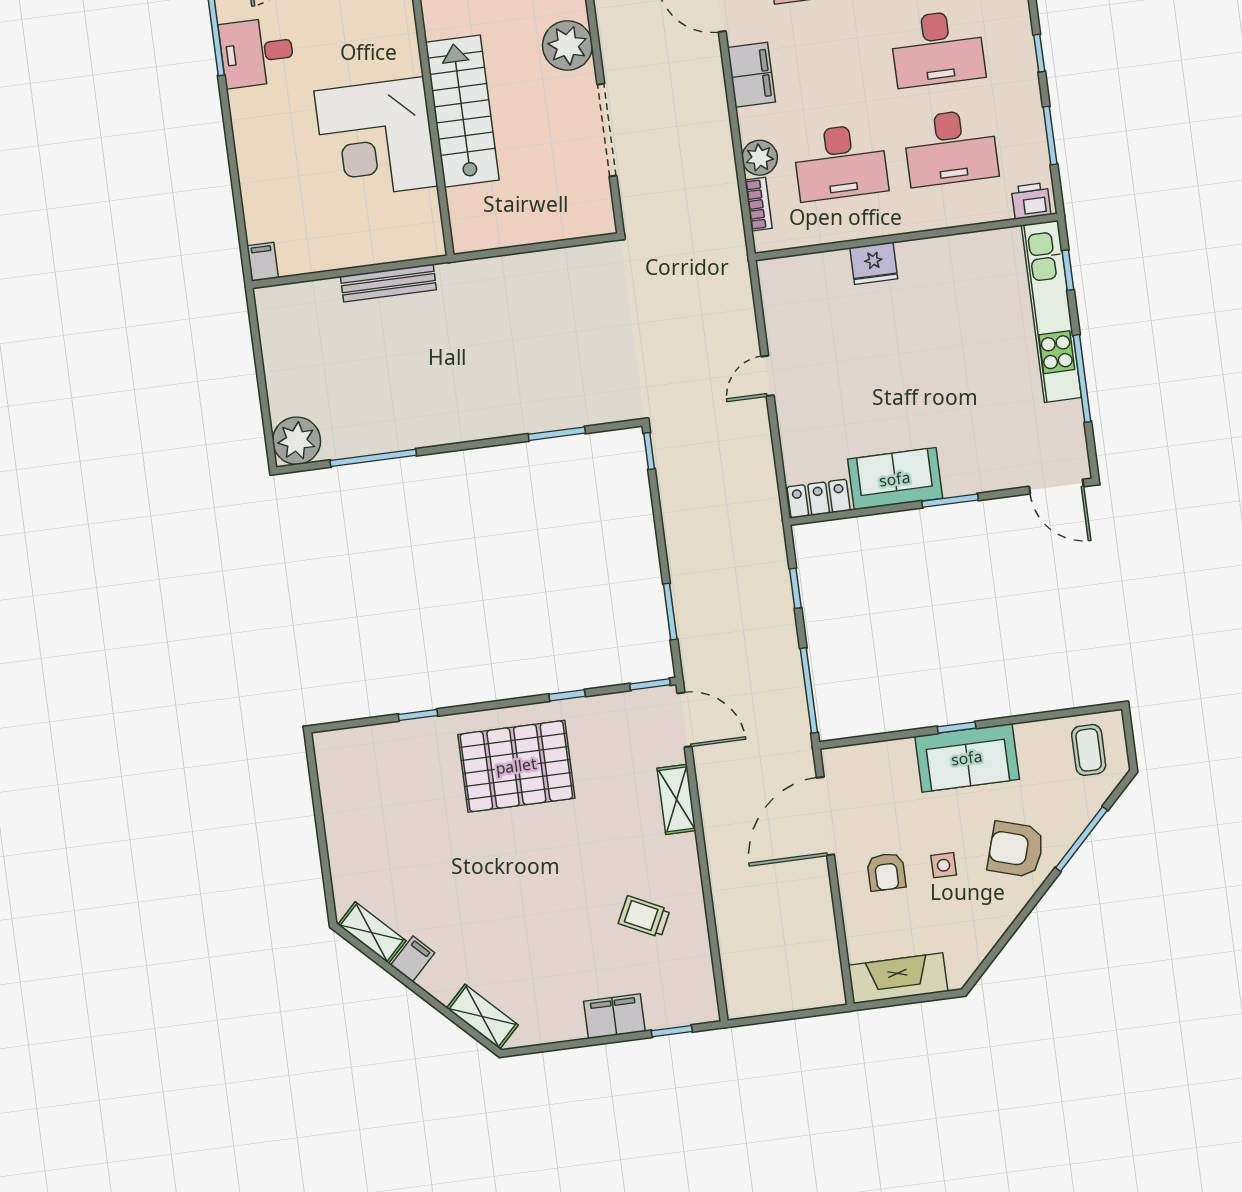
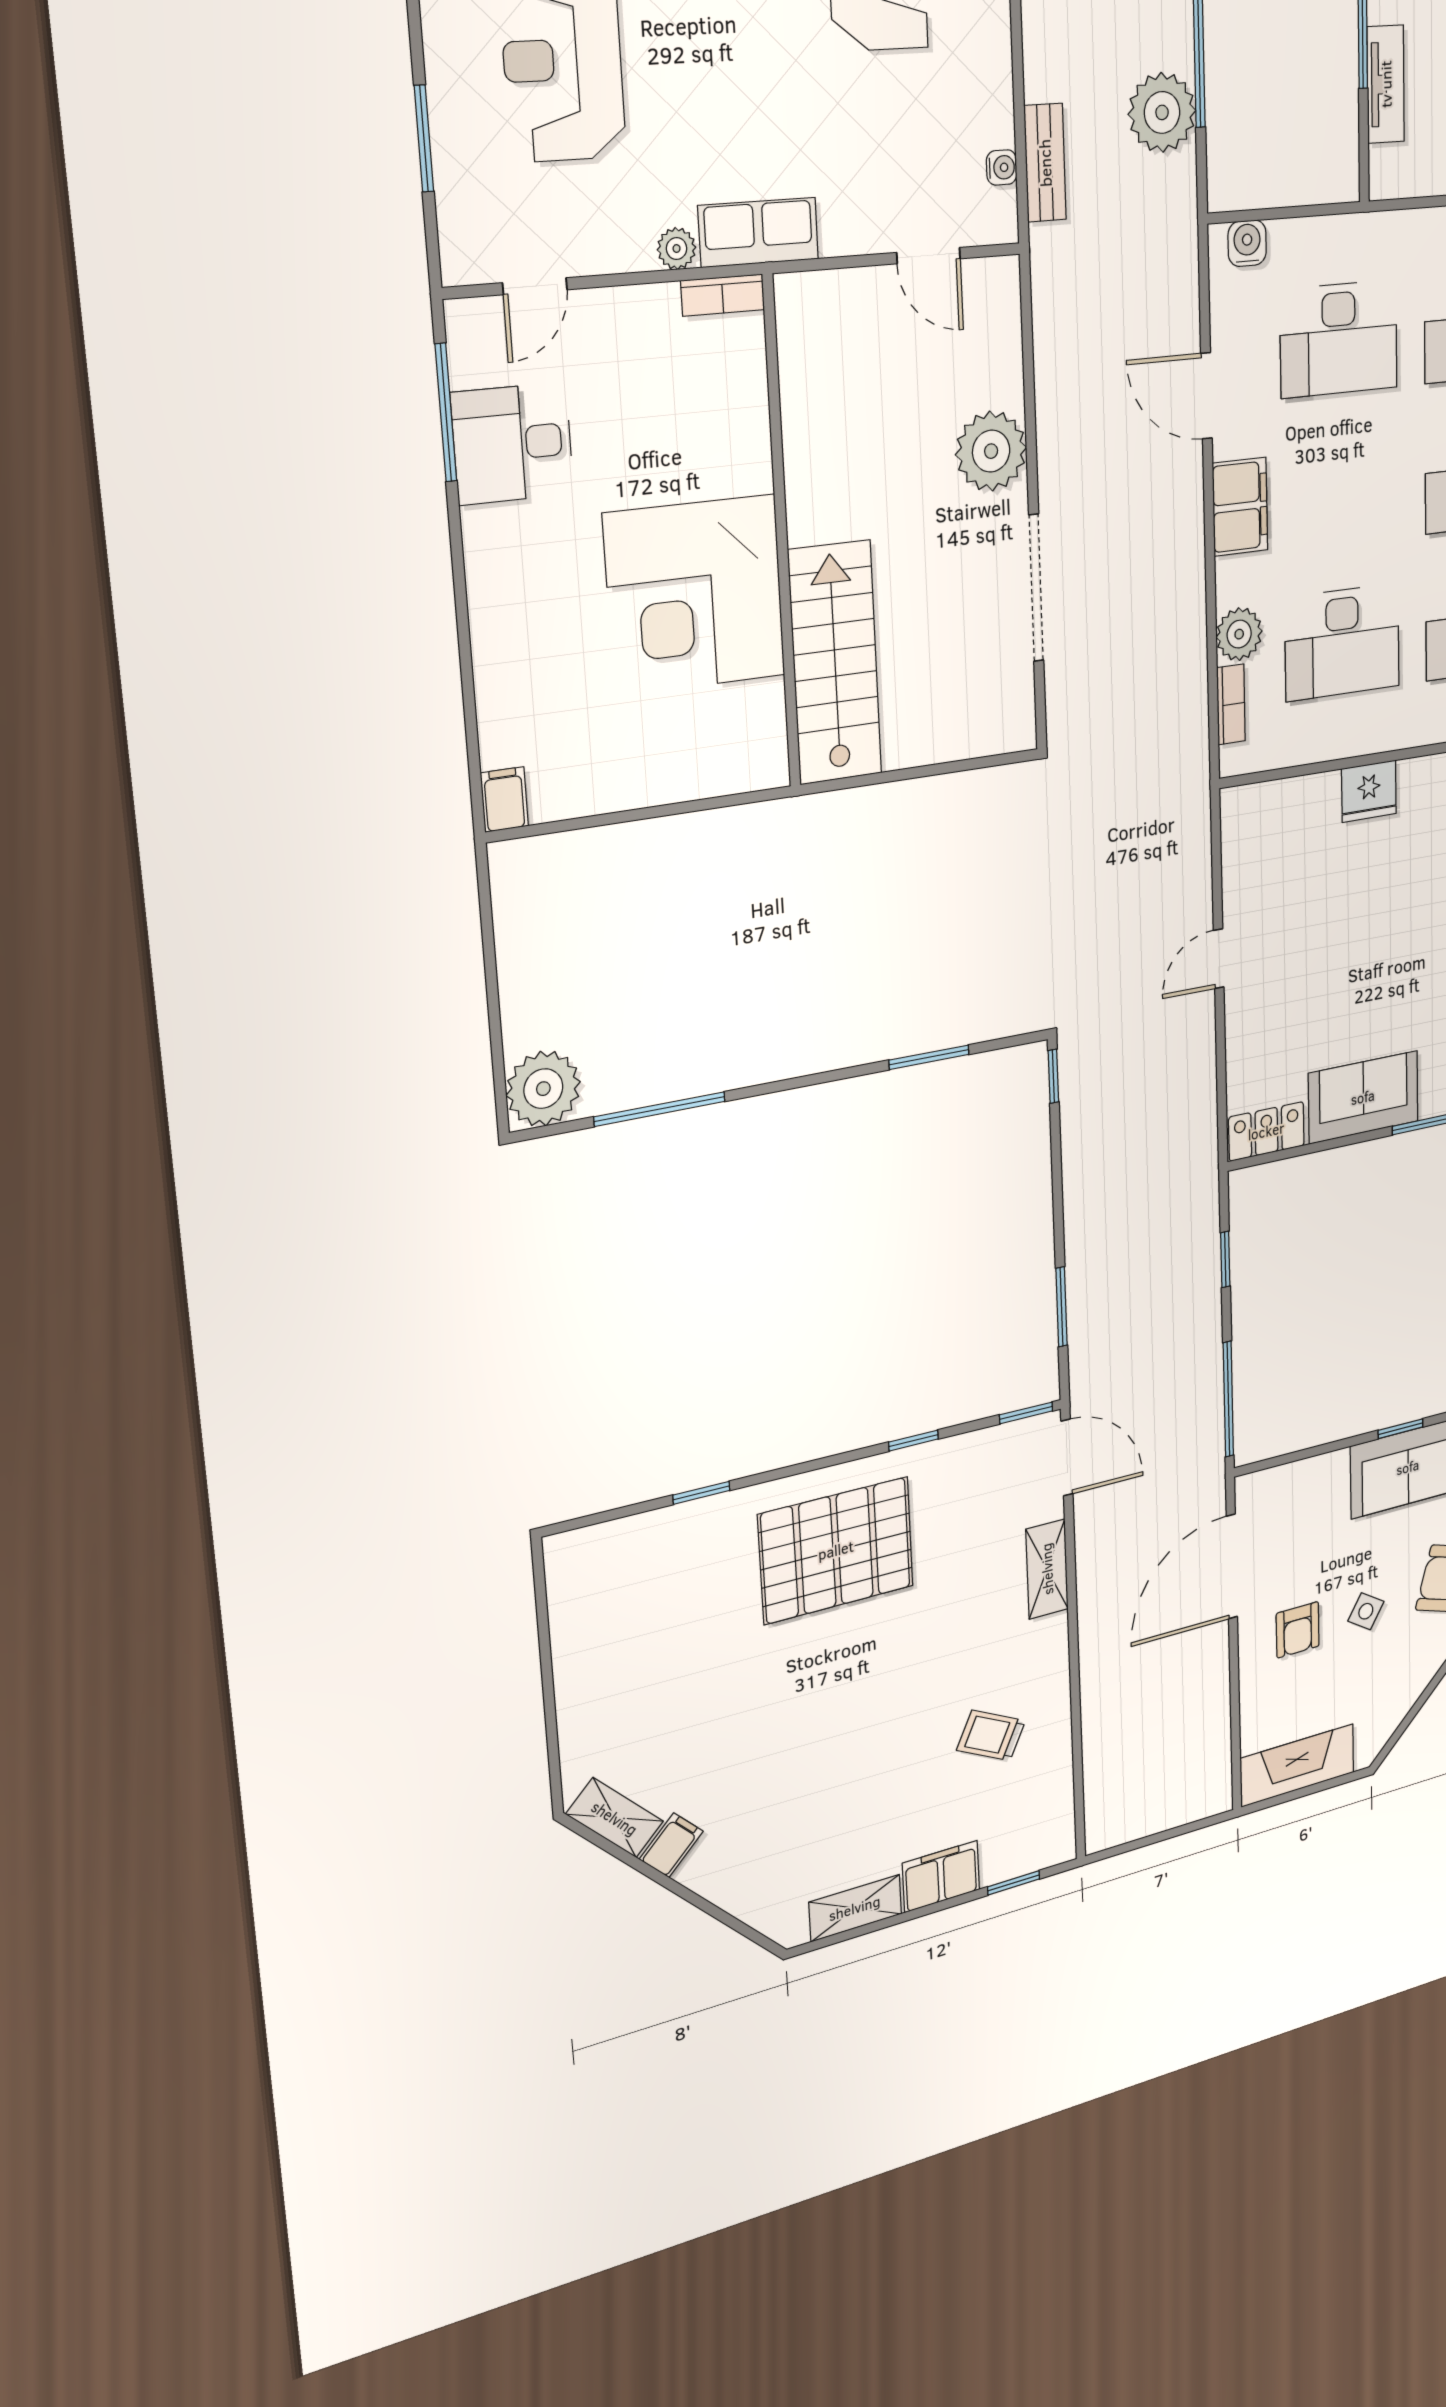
stairs: (462, 111) -> (835, 663), moved
bench: (388, 283) -> (700, 831), removed
side table: (944, 865) -> (1366, 1611), turned 32
shelving: (482, 1017) -> (855, 1908), moved, turned -45

